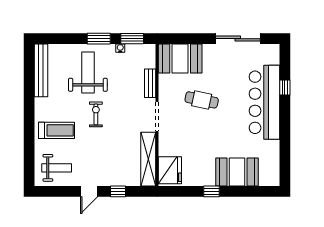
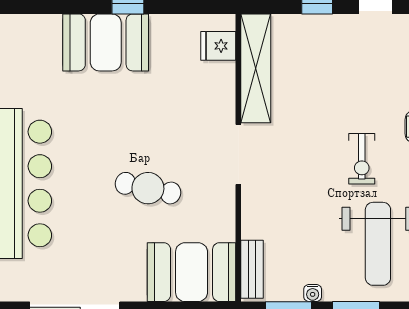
bench: (150, 83) -> (252, 269), moved
fridge: (170, 170) -> (218, 46), width x0.53, depth x0.75
booth: (237, 172) -> (106, 42), moved

